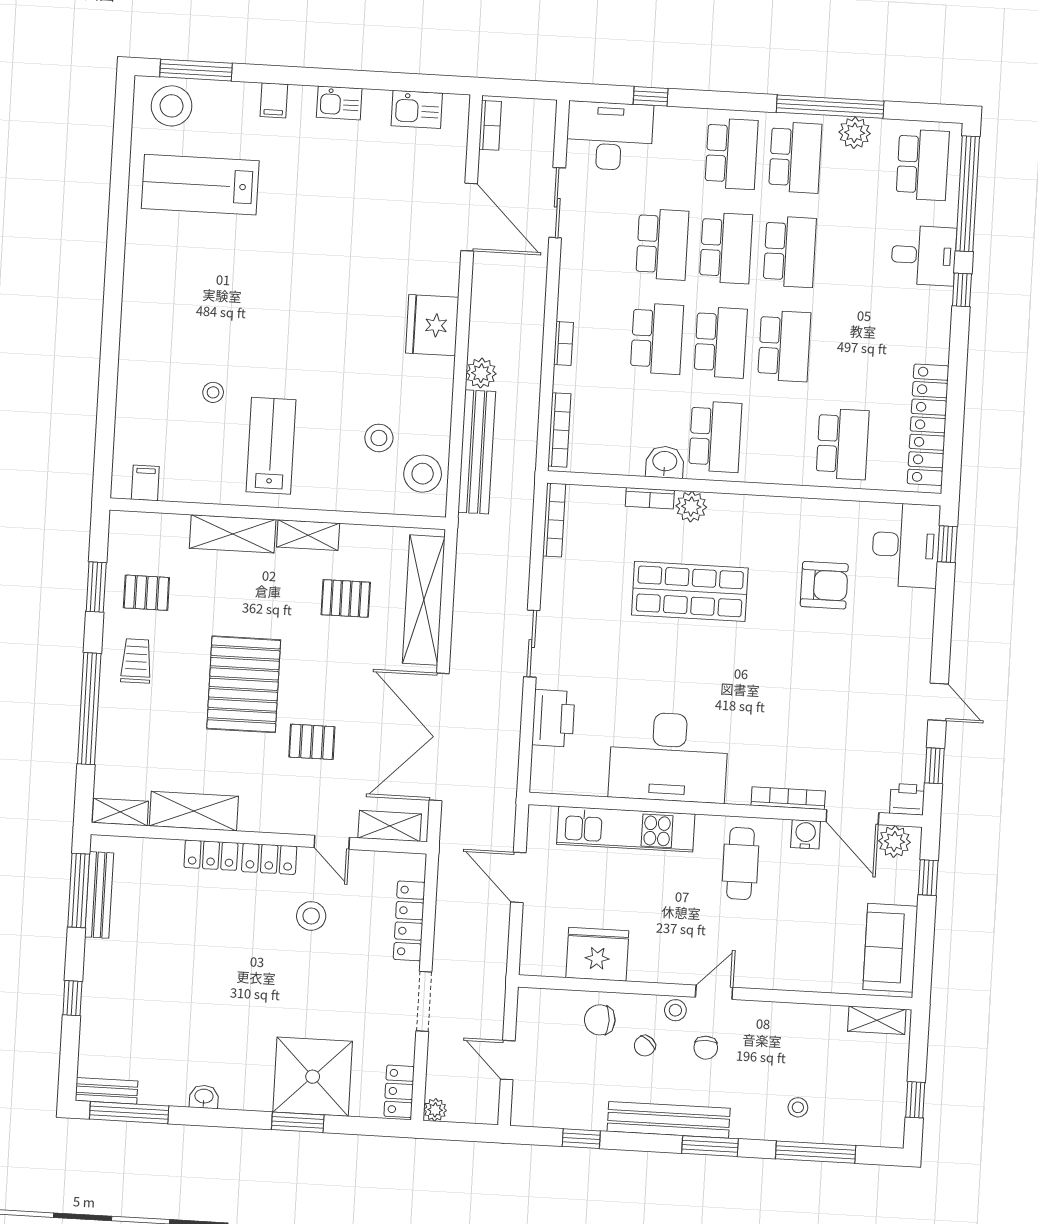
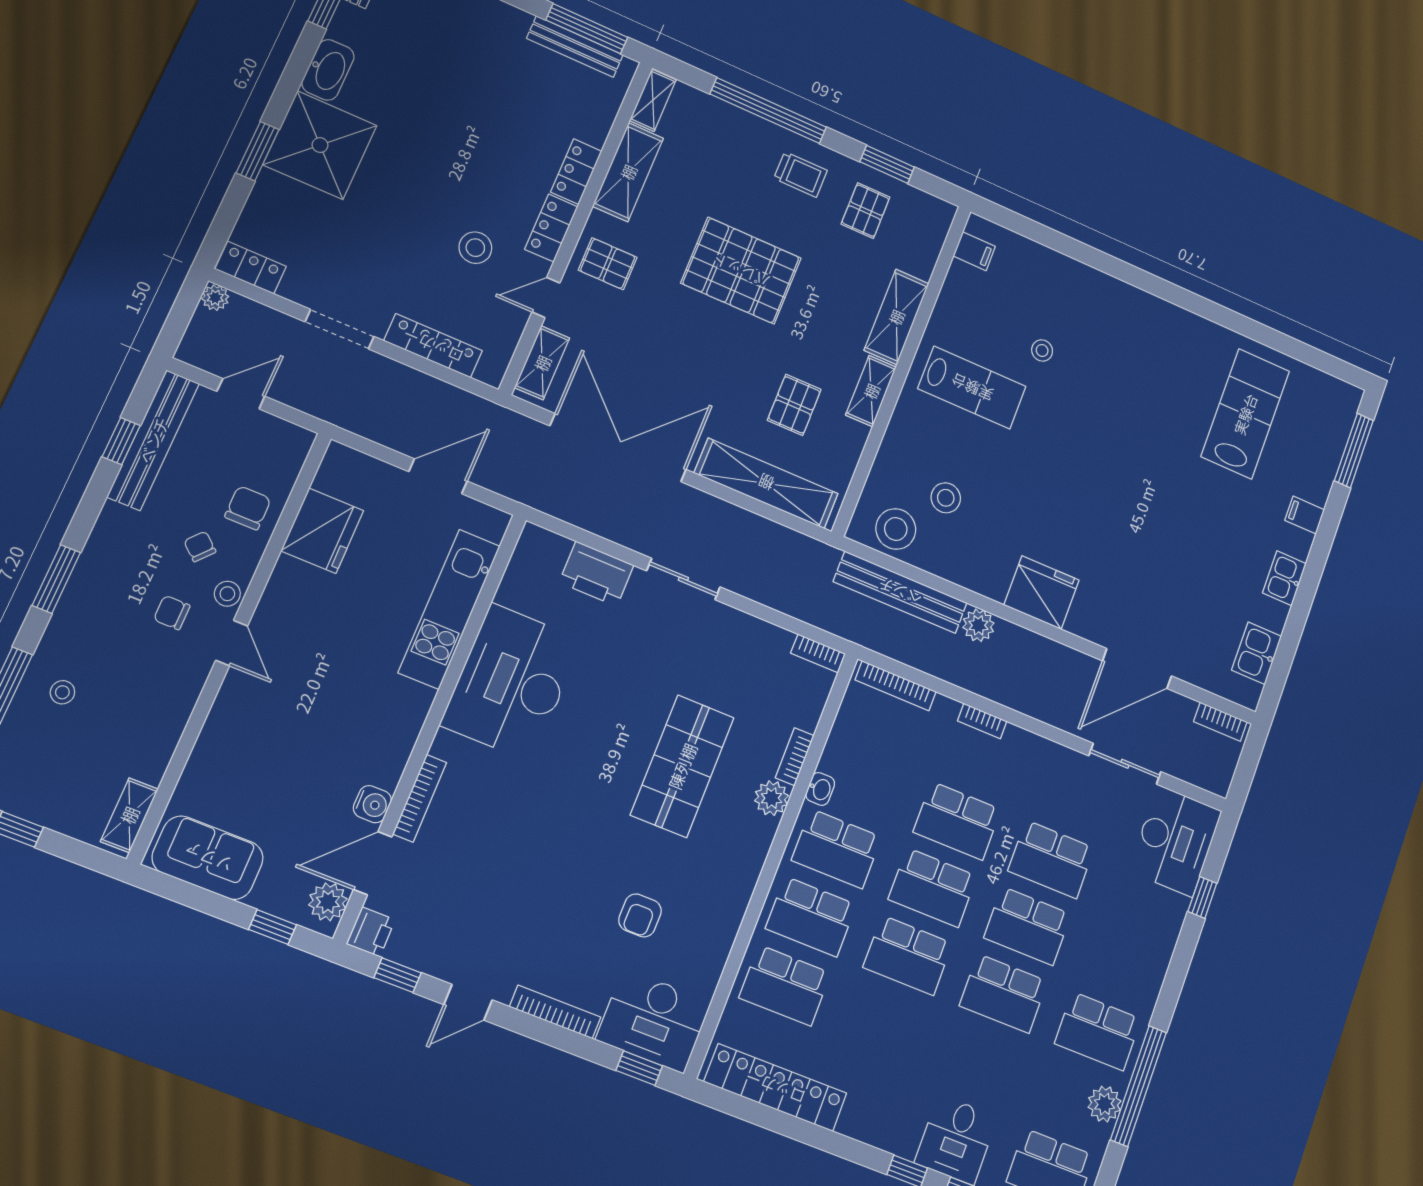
stool: (172, 106) -> (1327, 414), removed
school desk: (732, 154) -> (811, 917), moved
washbasin: (665, 462) -> (820, 789), width x0.72, depth x0.69
bookcase: (554, 520) -> (818, 653), width x0.64
armchair: (824, 585) -> (640, 915), width x0.72, depth x0.72
bookcase: (924, 629) -> (555, 1012), added
pallet: (312, 742) -> (608, 264), moved, turned 90
cafe table: (741, 863) -> (366, 721), removed
shower: (313, 1077) -> (320, 145), moved
washbasin: (204, 1097) -> (328, 70), width x1.91, depth x1.45
bench: (669, 1120) -> (153, 440), moved

